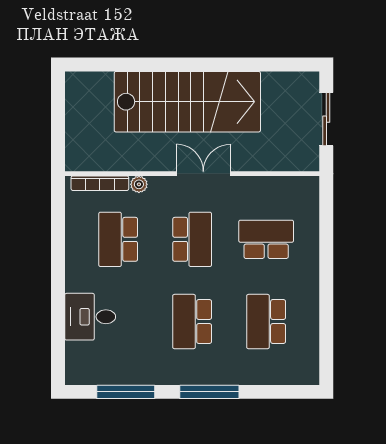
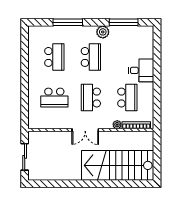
stairs: (187, 102) -> (118, 165), moved
desk: (90, 317) -> (141, 70), moved
plant: (168, 372) -> (103, 32), added
window: (209, 392) -> (68, 22), moved

